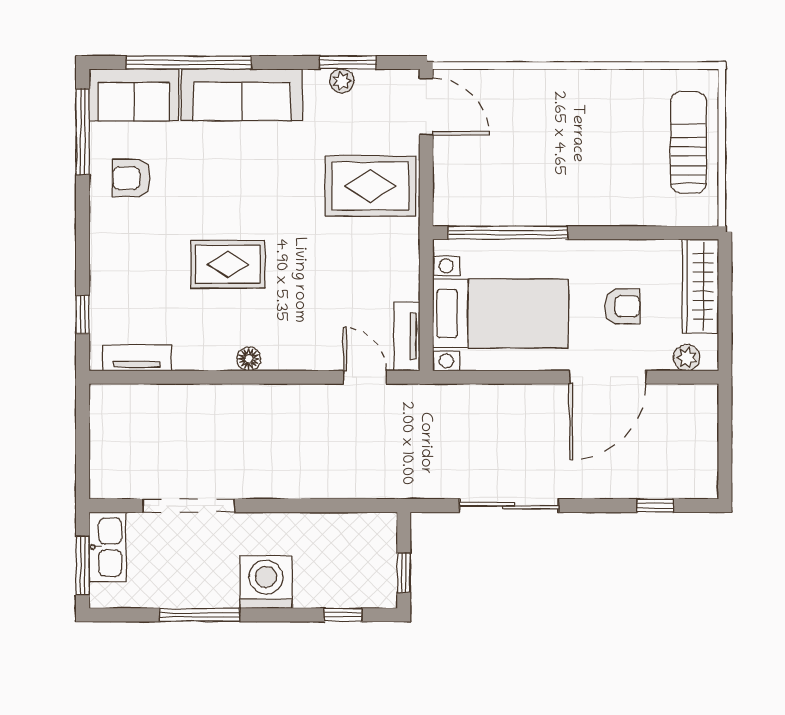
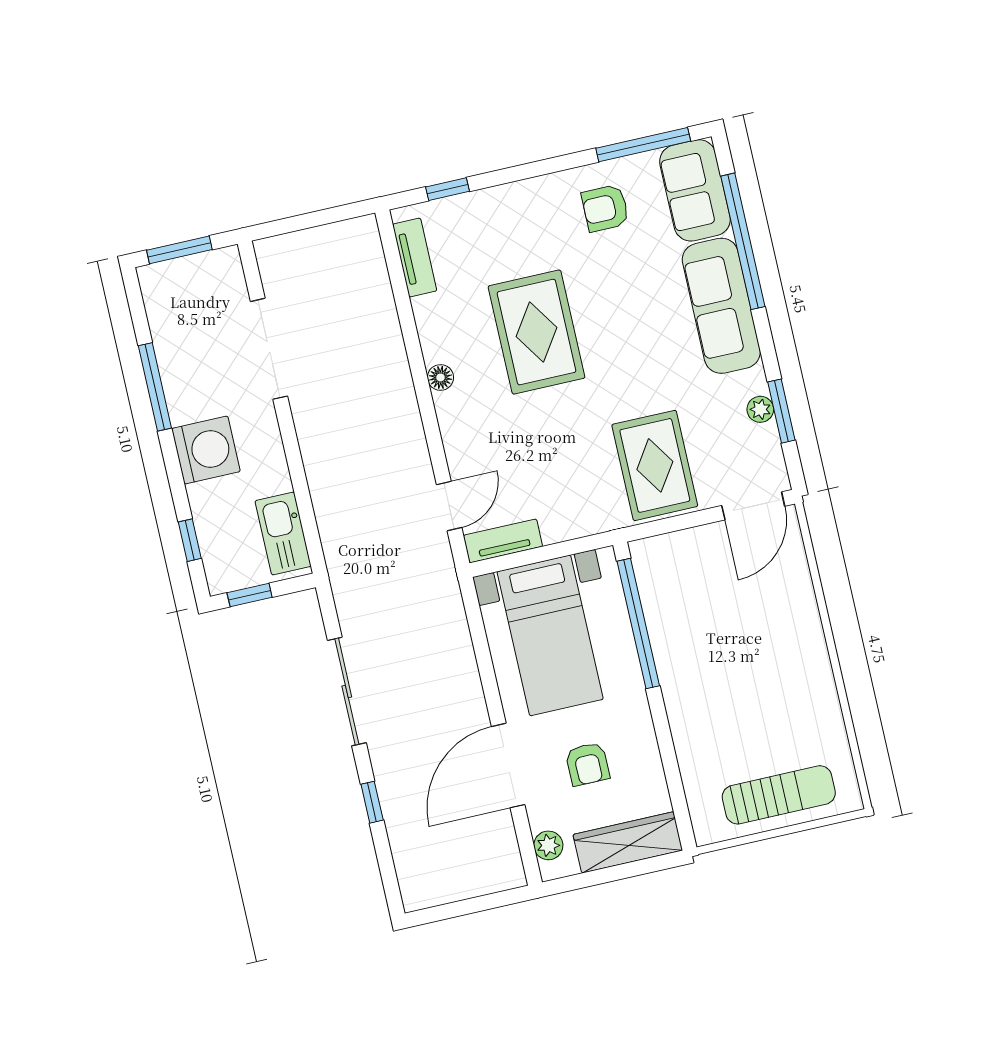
armchair: (132, 178) -> (605, 208), turned -90
rug: (228, 264) -> (537, 332), width x1.36, depth x1.43
door: (608, 377) -> (508, 766), hinge flipped
window: (655, 506) -> (372, 802), moved
kitchen sink: (107, 547) -> (283, 534), moved, turned 90

